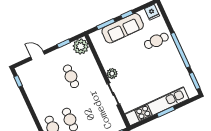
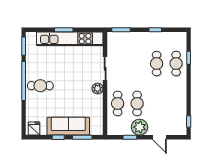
cafe table: (156, 41) -> (40, 86), moved
plant: (81, 46) -> (140, 127), moved
cafe table: (88, 68) -> (118, 103), added

